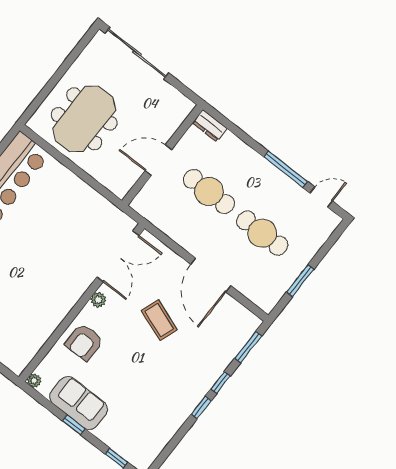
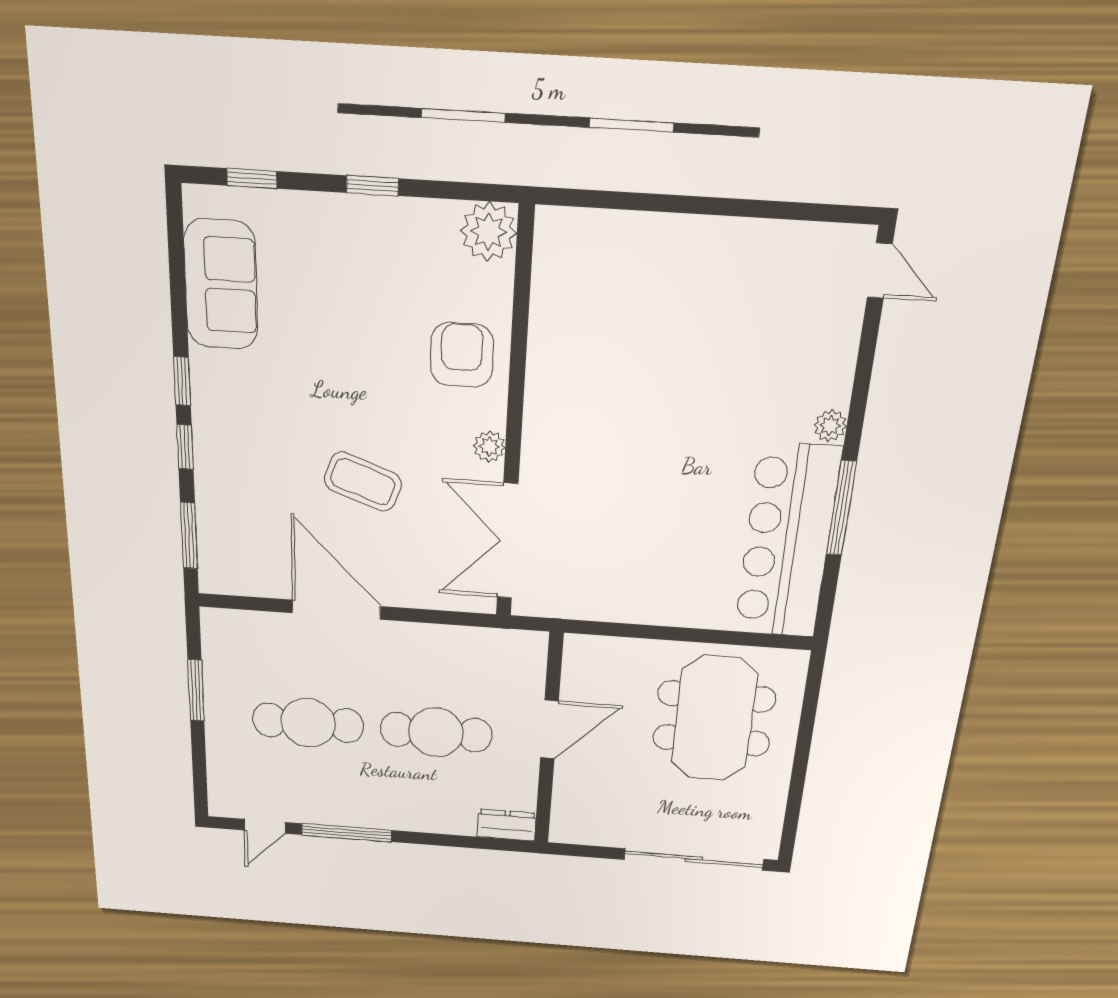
plant: (34, 381) -> (488, 232), width x1.87, depth x1.87
sofa: (78, 403) -> (221, 285), moved, turned -90

